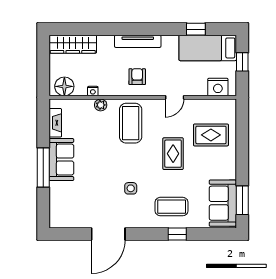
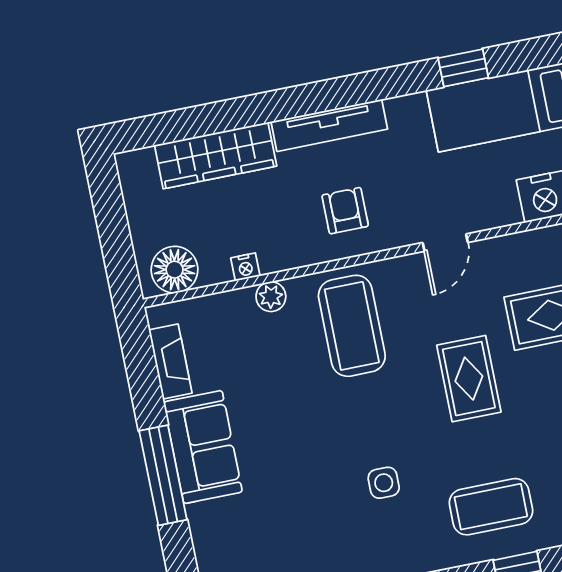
wardrobe: (73, 44) -> (216, 156), moved

